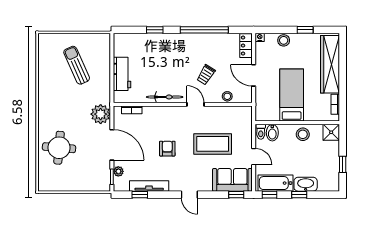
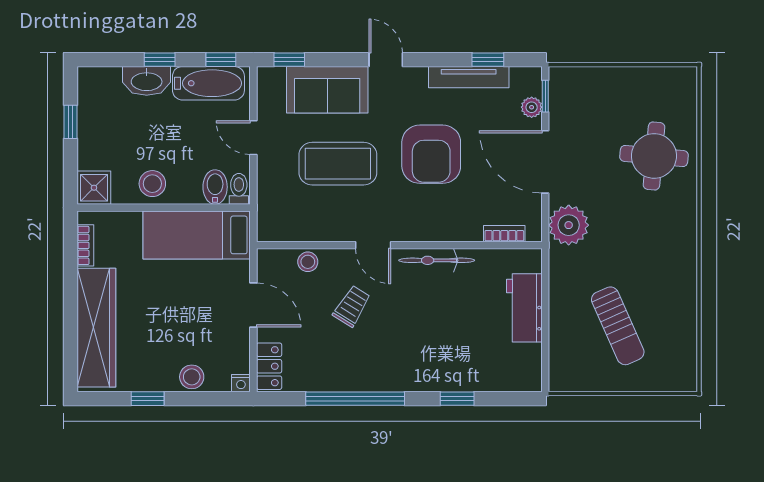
bed: (292, 95) -> (197, 235), moved, turned 90
armchair: (167, 149) -> (431, 154), width x1.88, depth x1.88
sofa: (232, 180) -> (327, 90), moved

